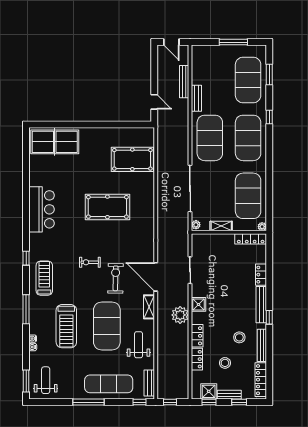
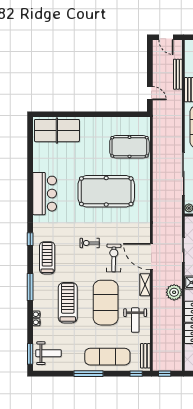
pool table: (107, 207) -> (106, 191), width x1.36, depth x1.32
treadmill: (66, 326) -> (68, 303), turned 180
weight bench: (139, 345) -> (135, 320), turned 180
weight bench: (46, 380) -> (48, 353), turned 90

